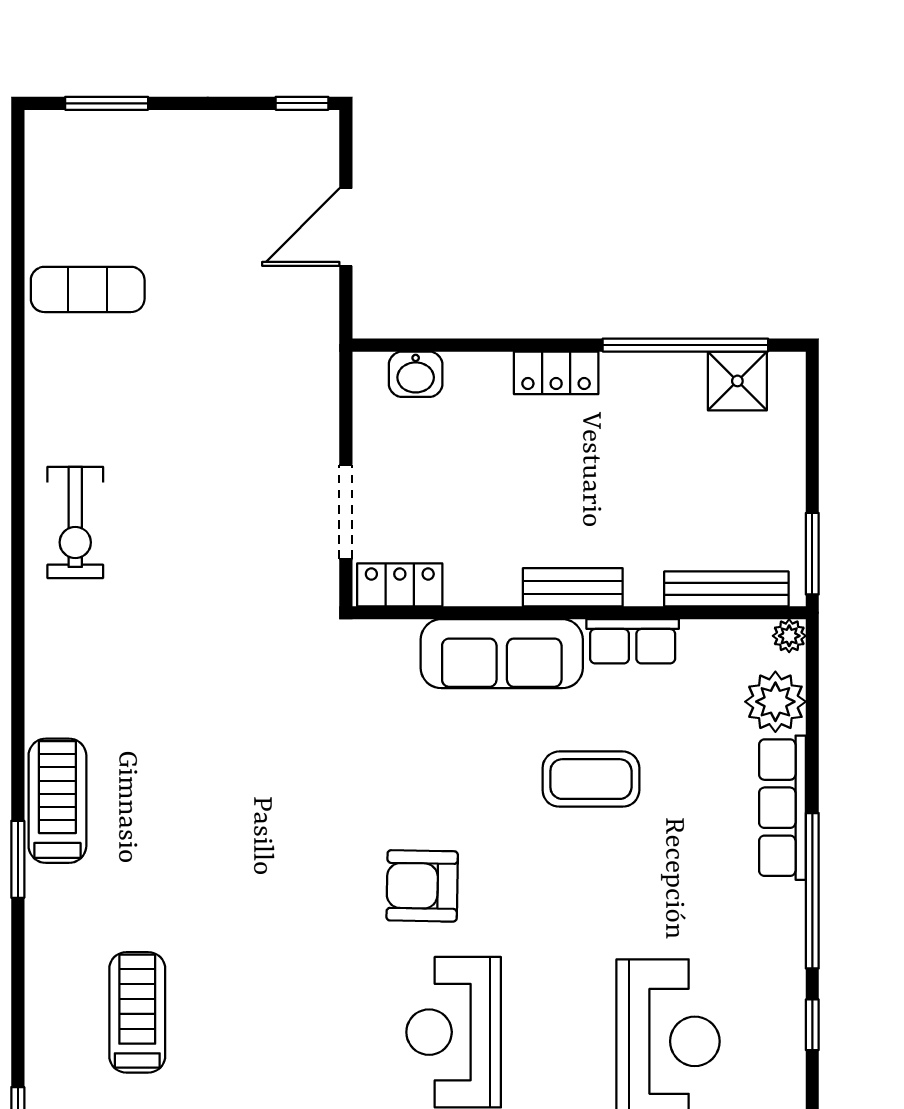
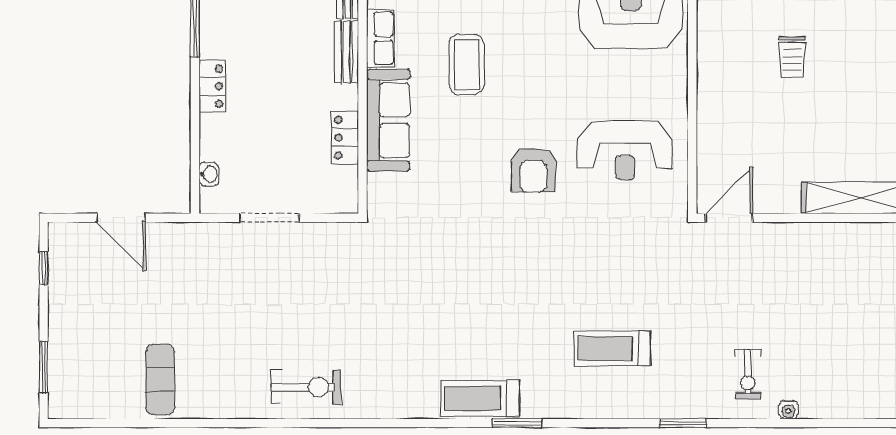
window: (302, 103) -> (44, 269), moved
washbasin: (416, 374) -> (209, 174), width x0.72, depth x0.69
doorway: (346, 512) -> (269, 218), moved
locker: (400, 585) -> (345, 138), moved
bench: (573, 587) -> (347, 52), moved

